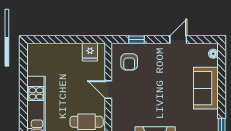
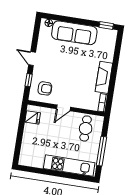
door: (178, 40) -> (32, 59), moved
sofa: (206, 88) -> (74, 33), width x1.36

